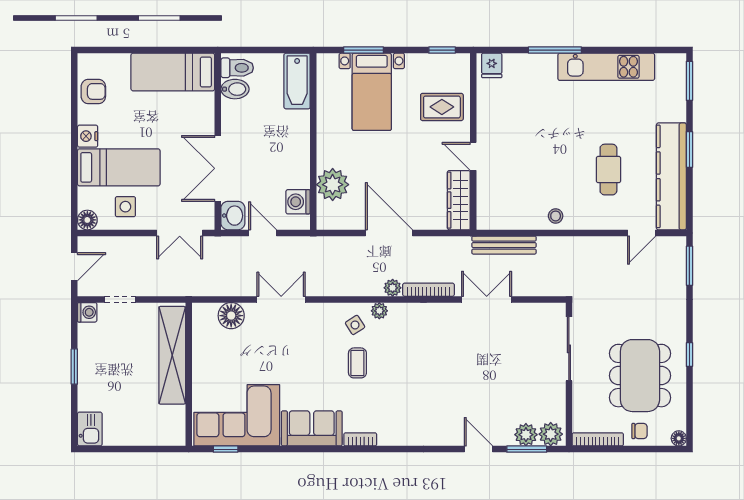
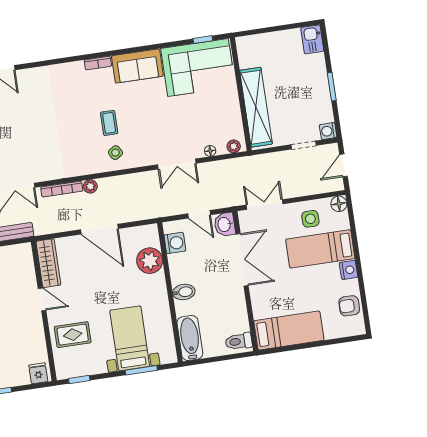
bidet: (235, 89) -> (184, 292), moved, turned 180
plant: (379, 311) -> (234, 146), moved
floor lamp: (231, 316) -> (210, 151), width x0.53, depth x0.53

